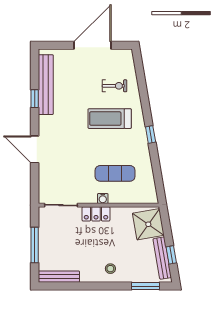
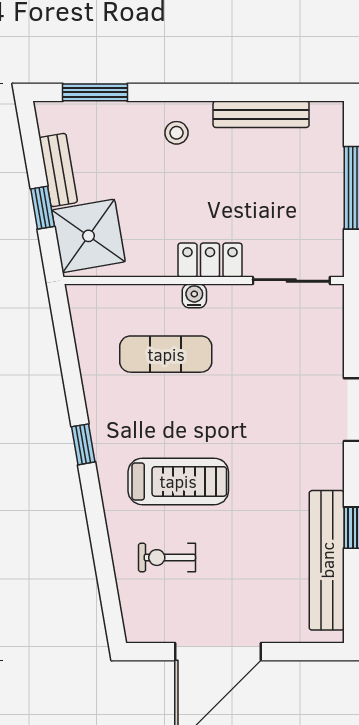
window: (171, 255) -> (43, 208), moved
bench: (162, 258) -> (58, 170), width x0.73
bench: (59, 277) -> (261, 114), moved

